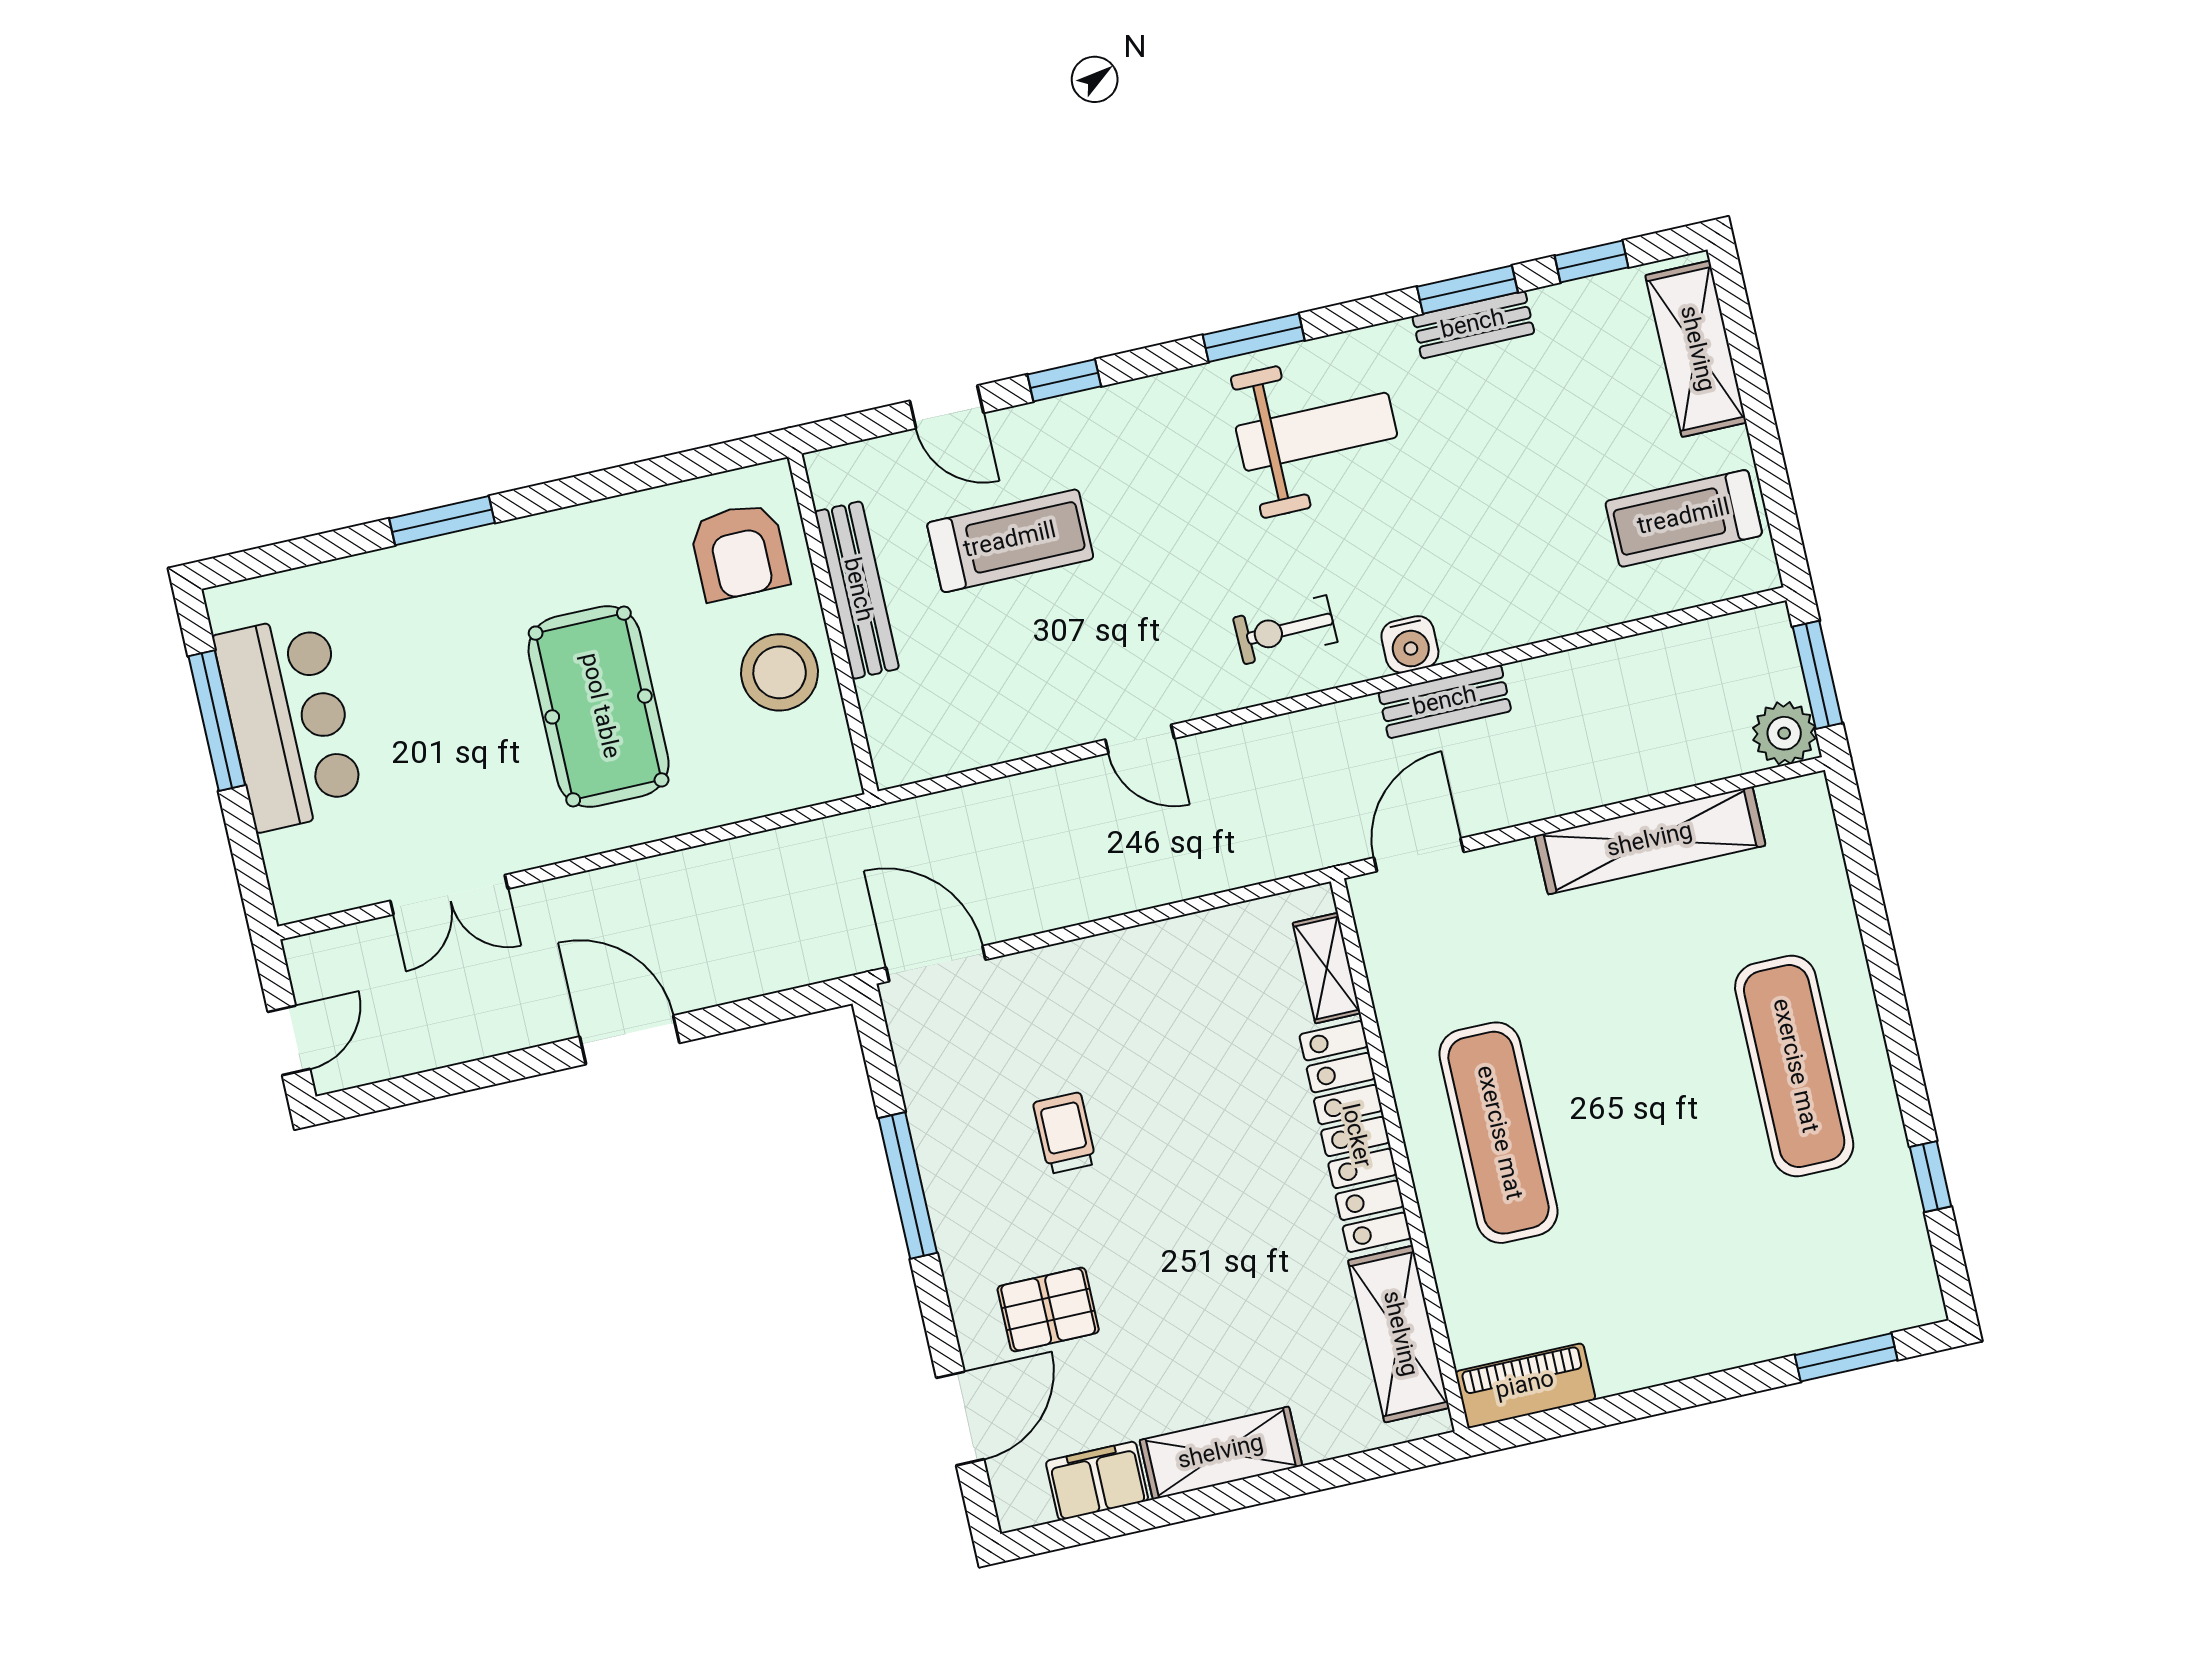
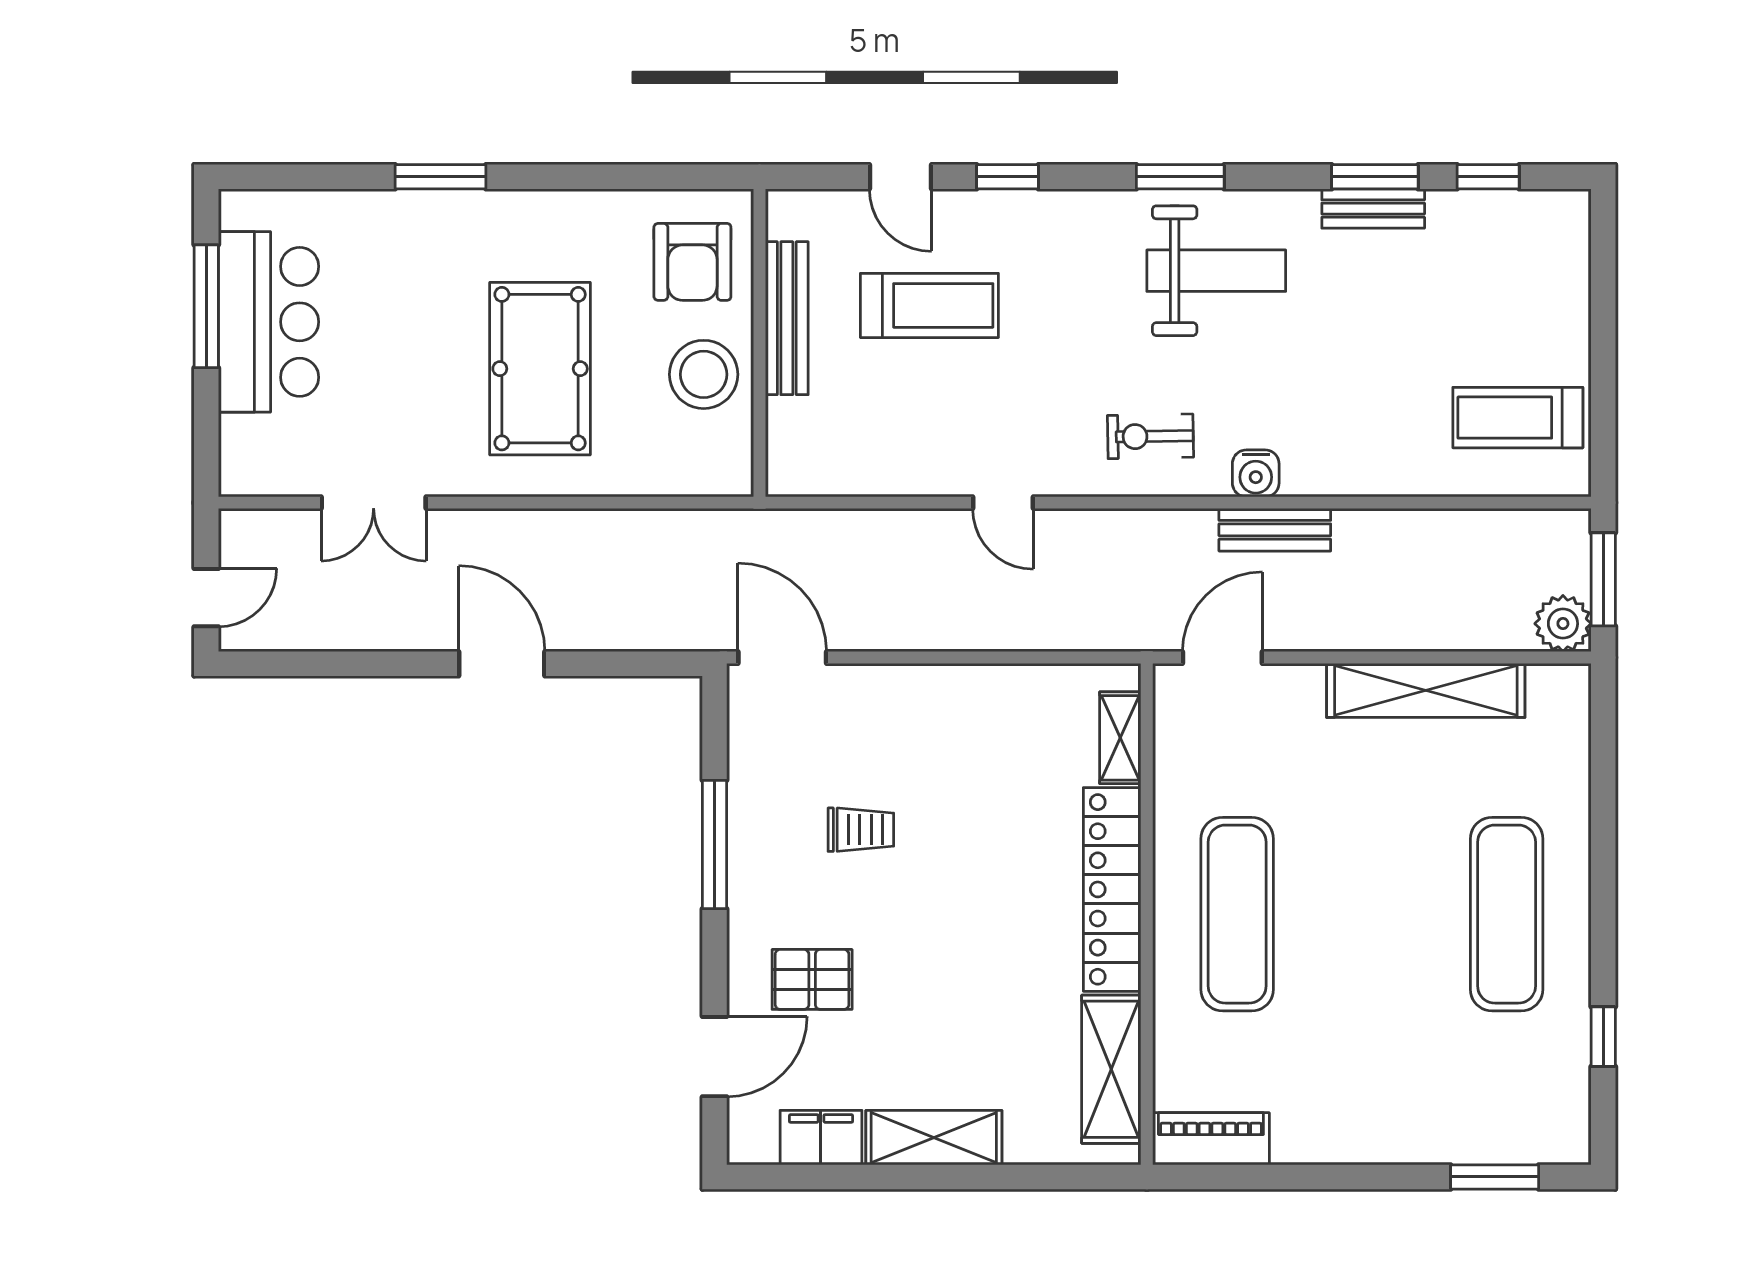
shelving: (1696, 349) -> (1562, 273), removed
trolley: (1065, 1133) -> (861, 830), turned 90

